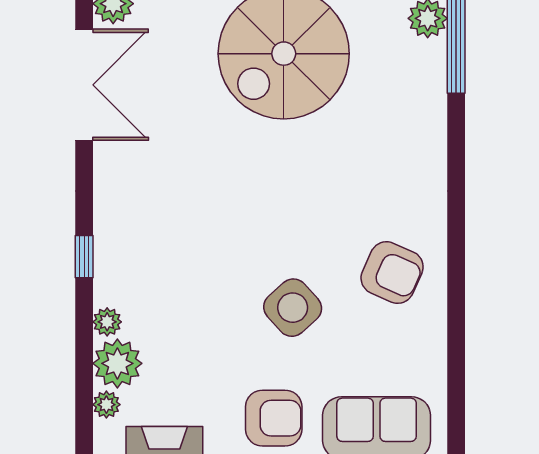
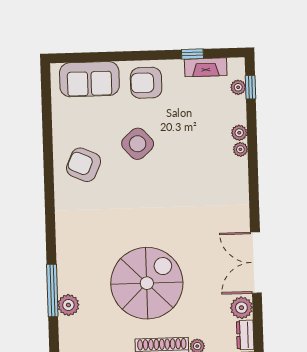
window: (84, 257) -> (250, 87), moved
plant: (117, 363) -> (240, 149), moved, width x0.53, depth x0.53

